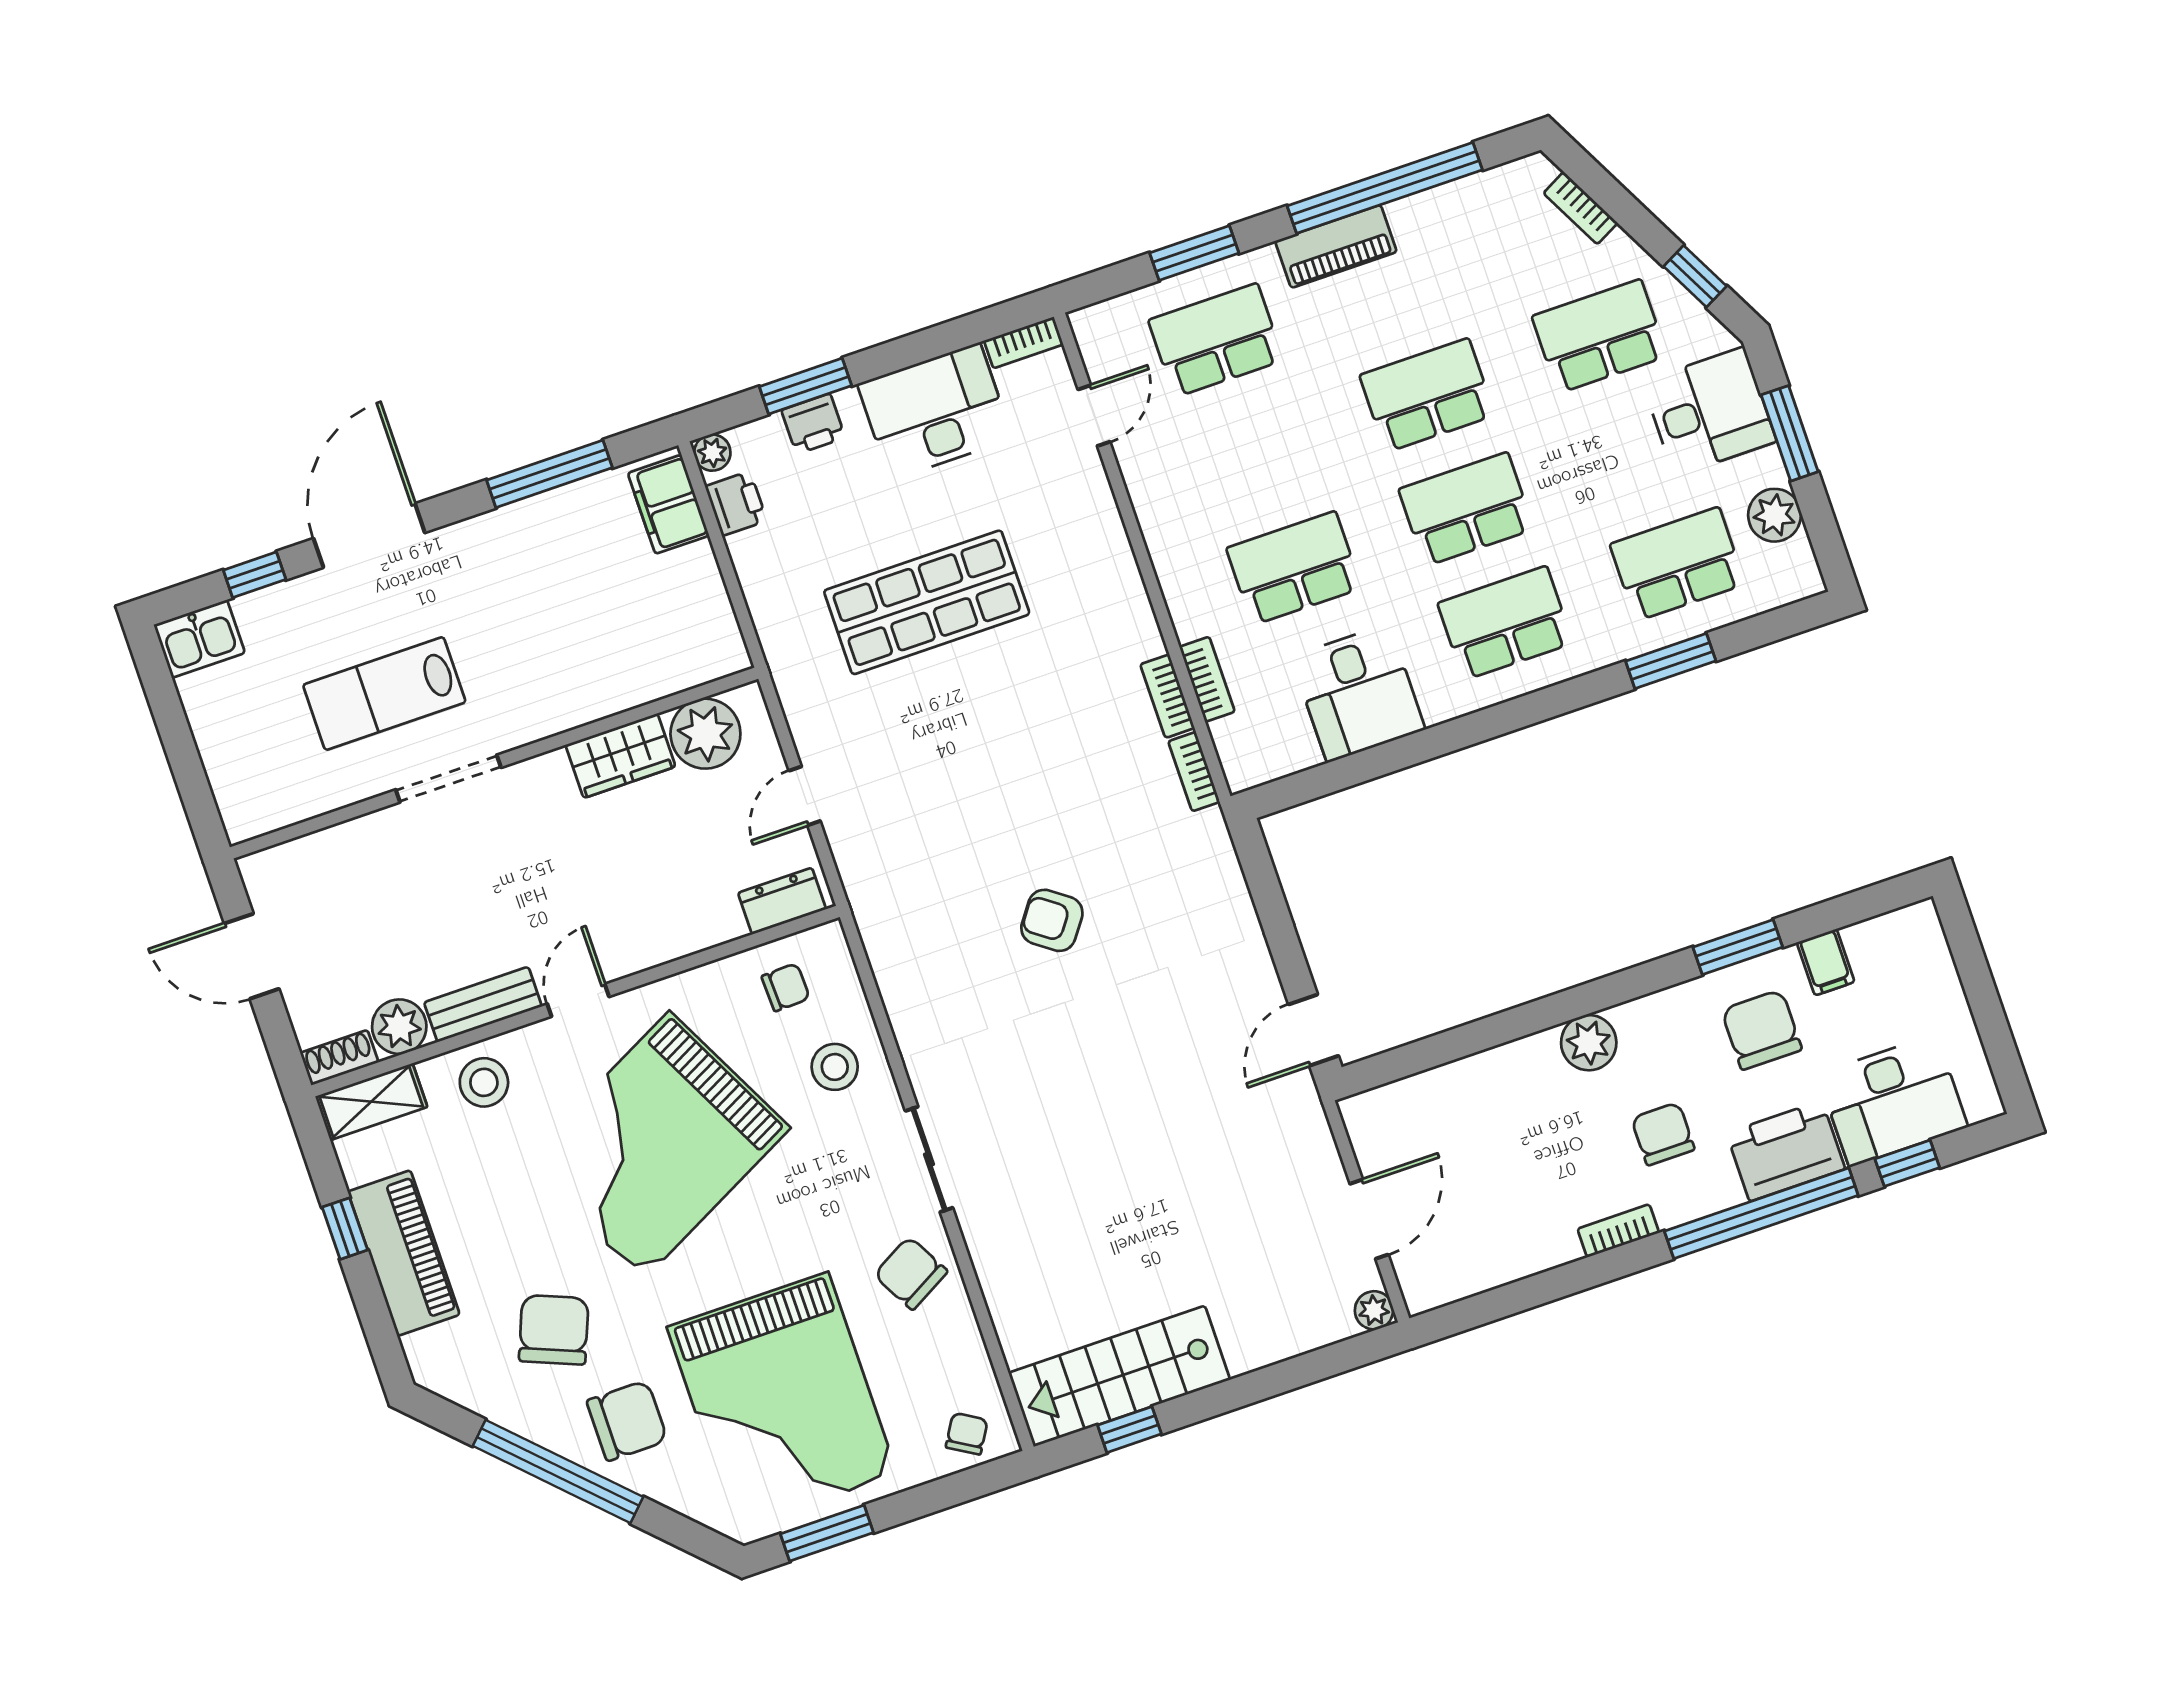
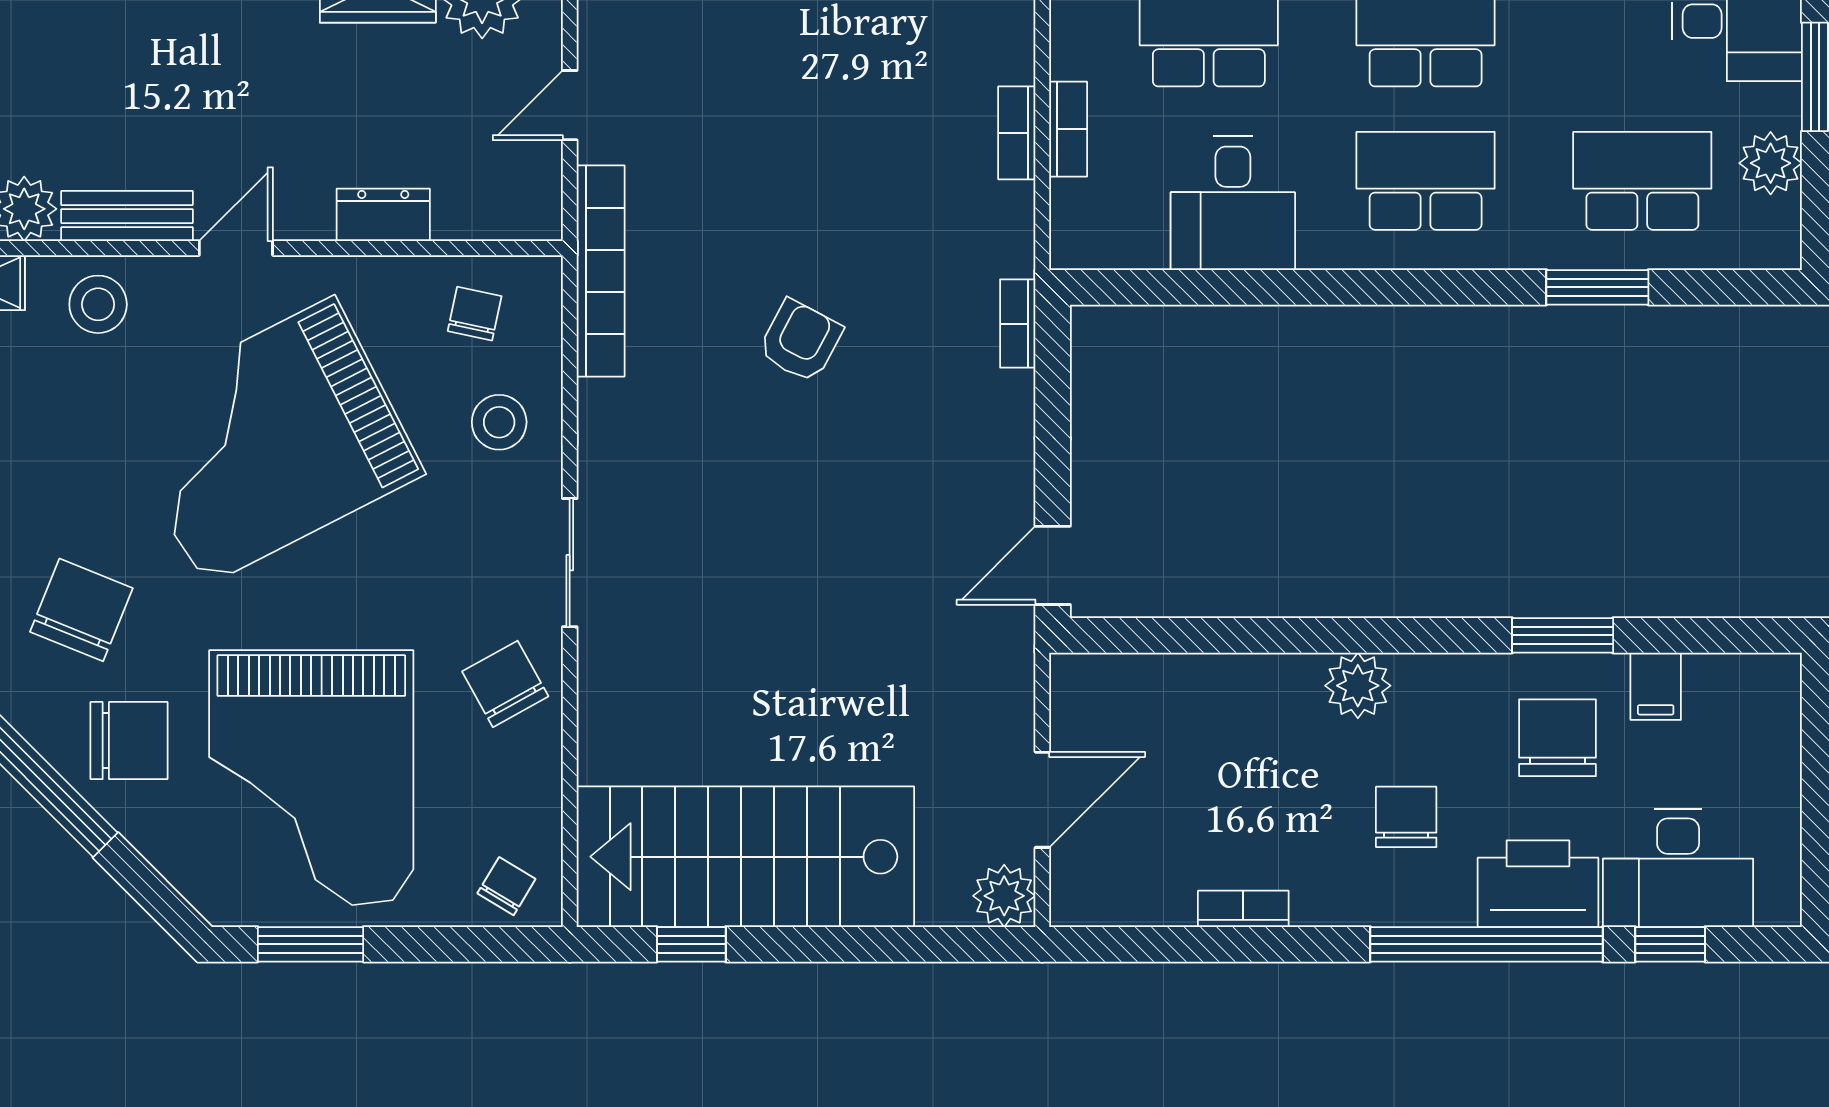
bookcase: (1194, 772) -> (1018, 324), moved
dresser: (782, 901) -> (383, 215), moved
bookcase: (874, 919) -> (601, 271), added
armchair: (1052, 920) -> (800, 341), turned 82
chair: (786, 987) -> (475, 314), turned -76
bookcase: (1618, 1231) -> (1243, 909), moved
plant: (1374, 1310) -> (1004, 896), width x1.38, depth x1.38
stairs: (1119, 1376) -> (745, 857), width x1.36, depth x1.51

